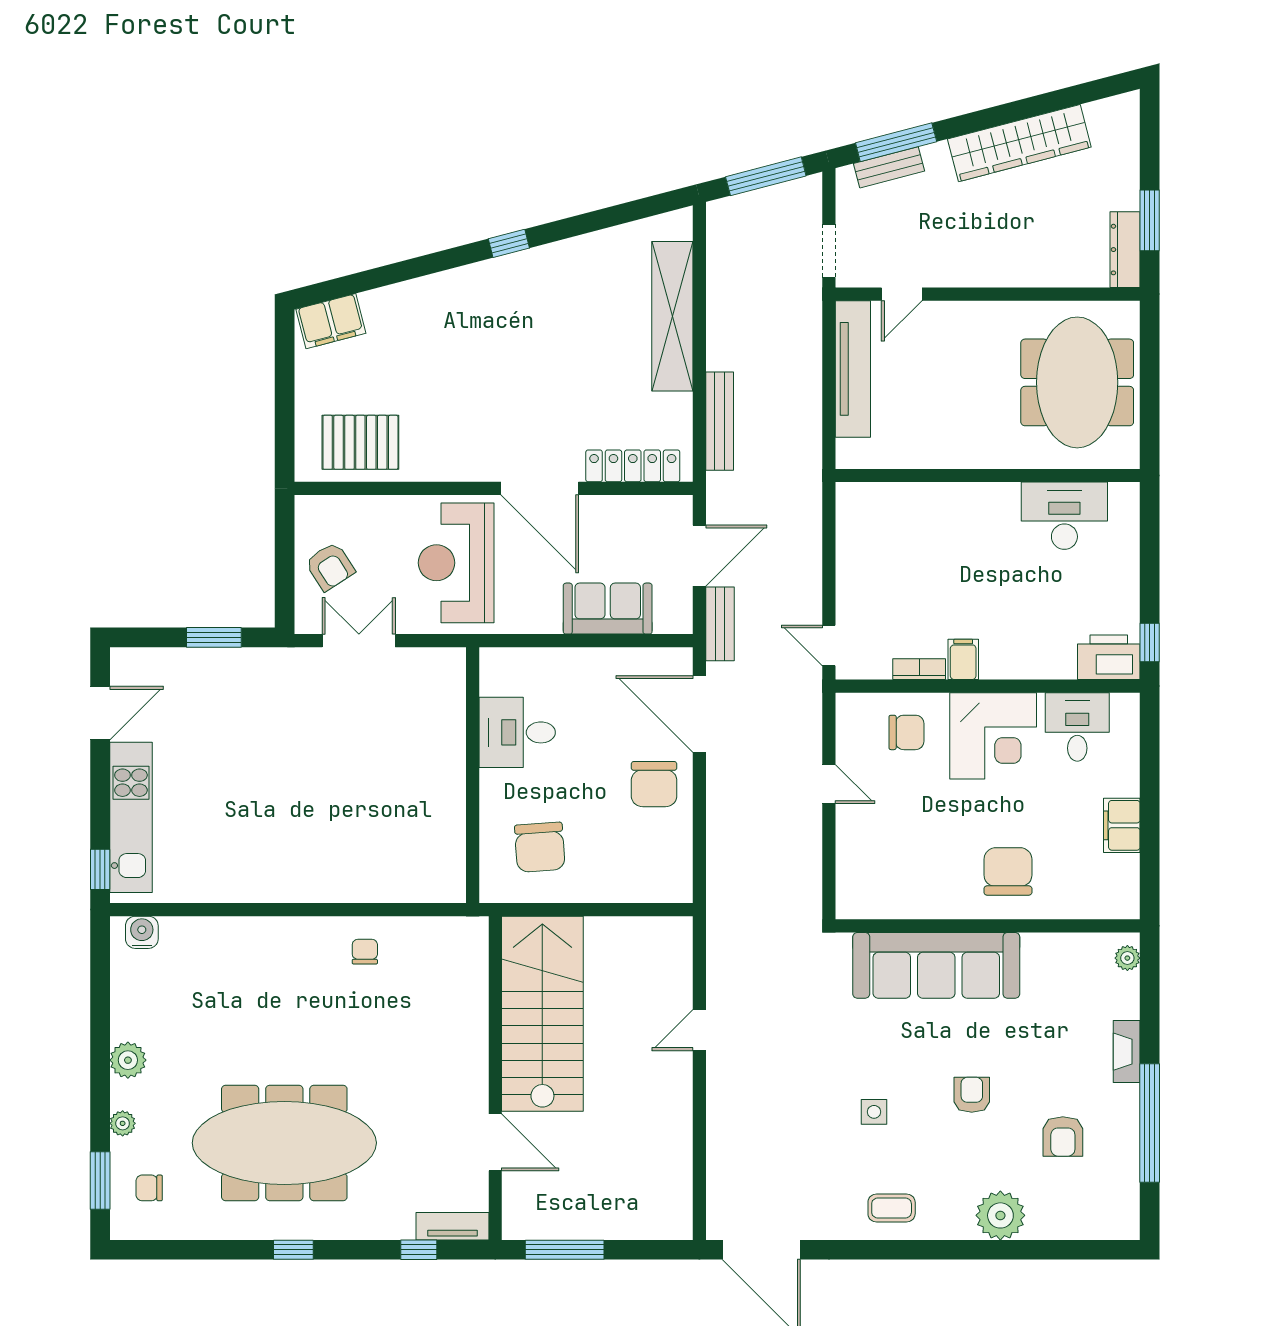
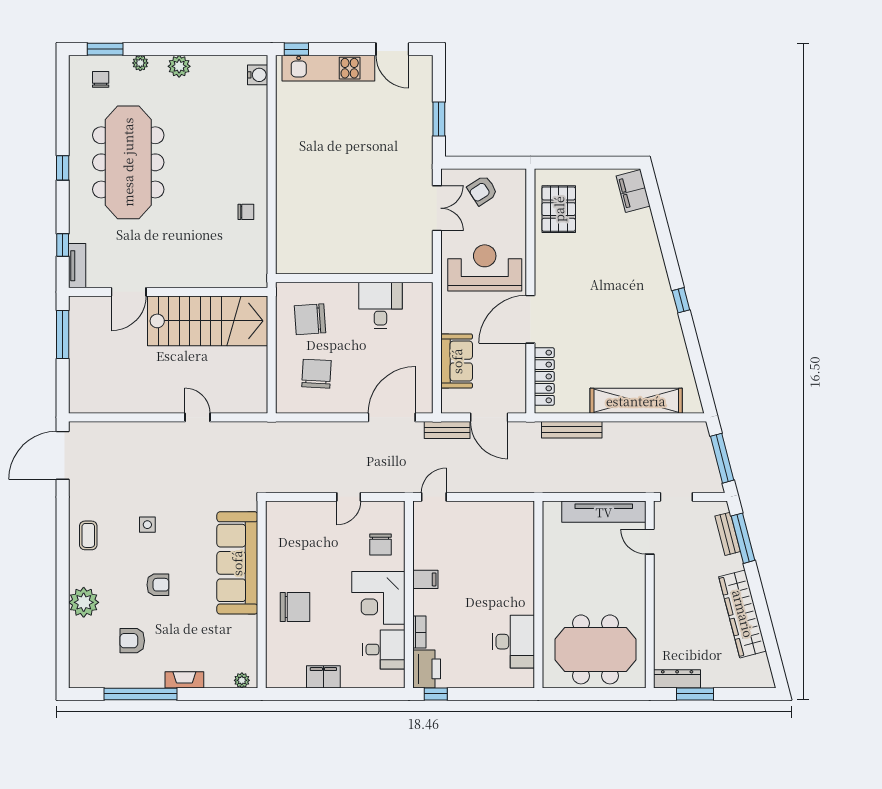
bookcase: (919, 669) -> (419, 632), moved
chair: (654, 784) -> (316, 374), moved, turned 93

